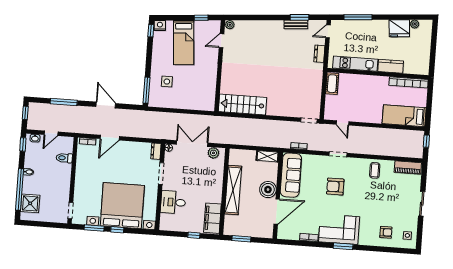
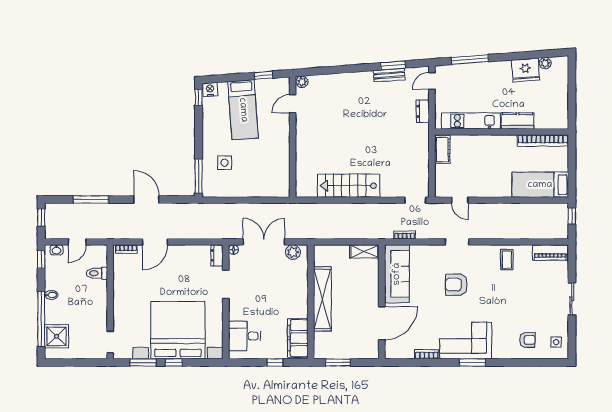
stairs: (243, 105) -> (349, 186), moved
boiler: (268, 190) -> (368, 295), removed
desk: (173, 202) -> (244, 336), moved

